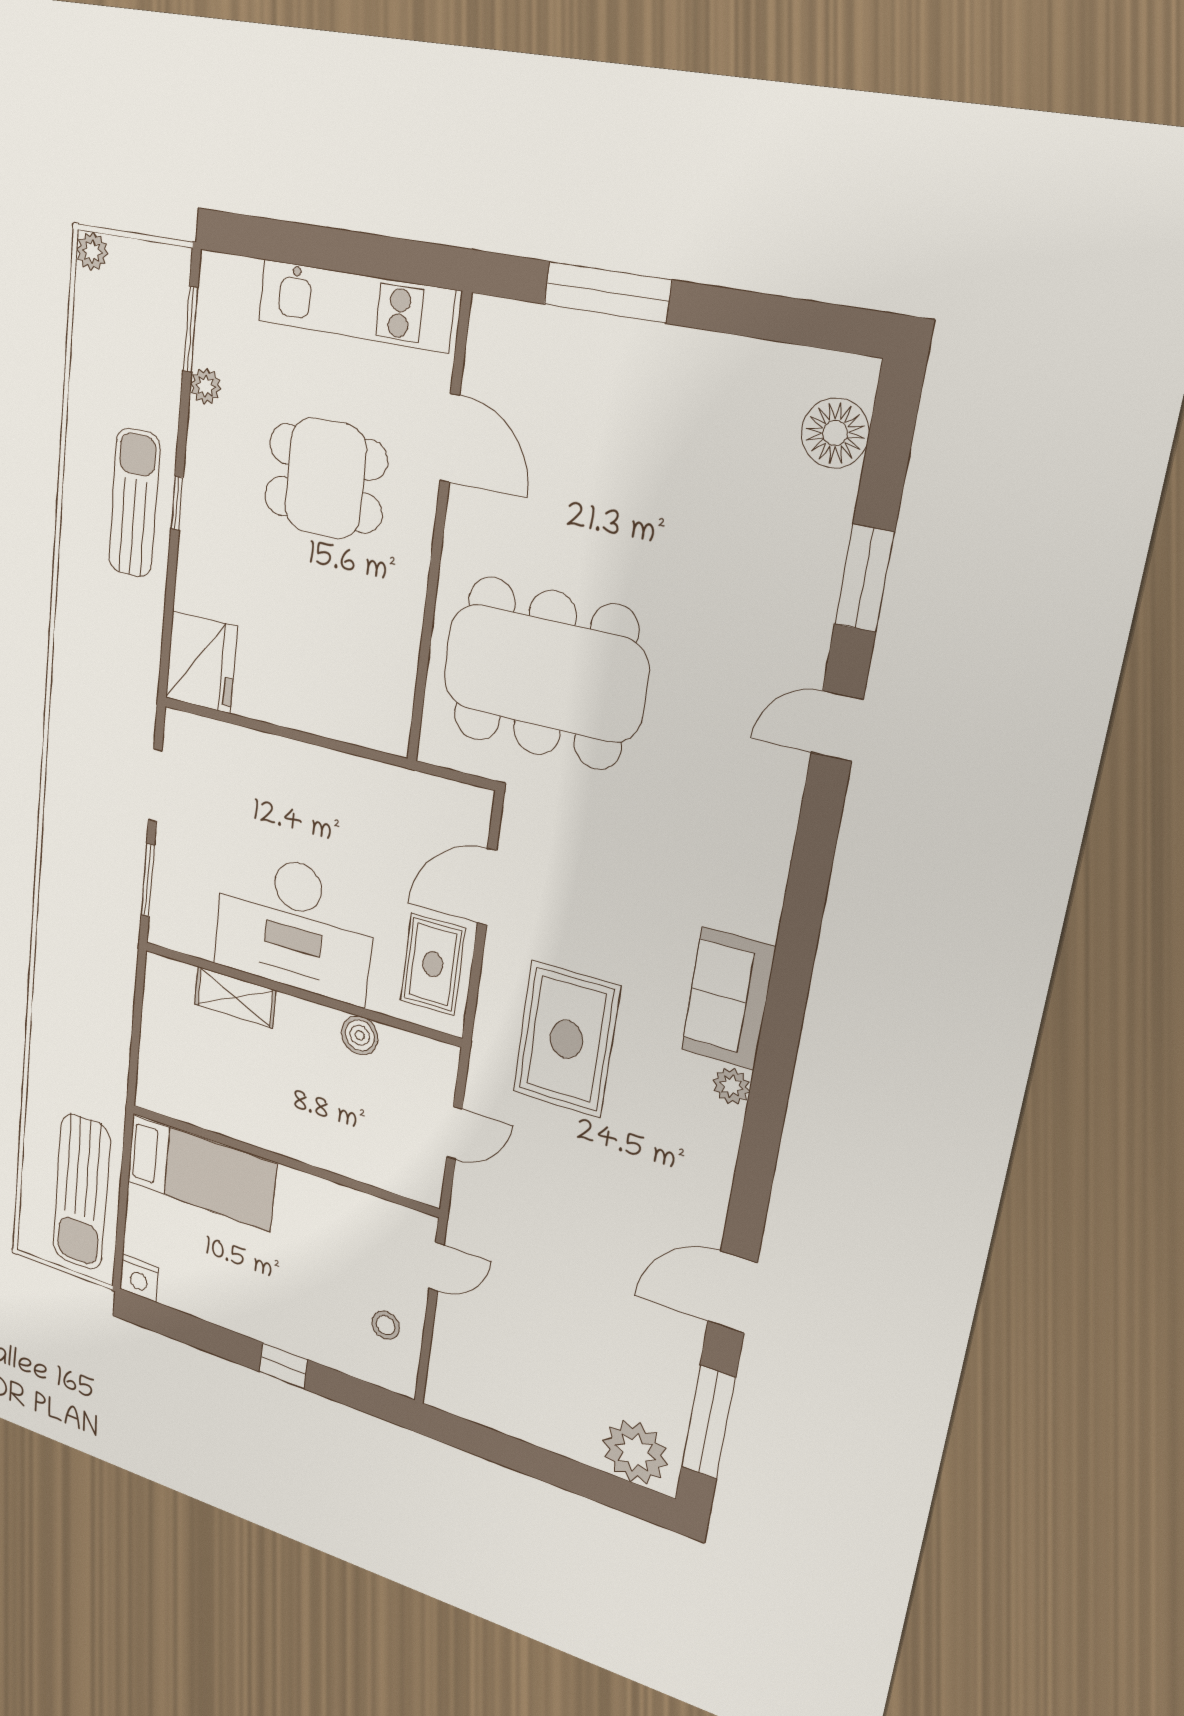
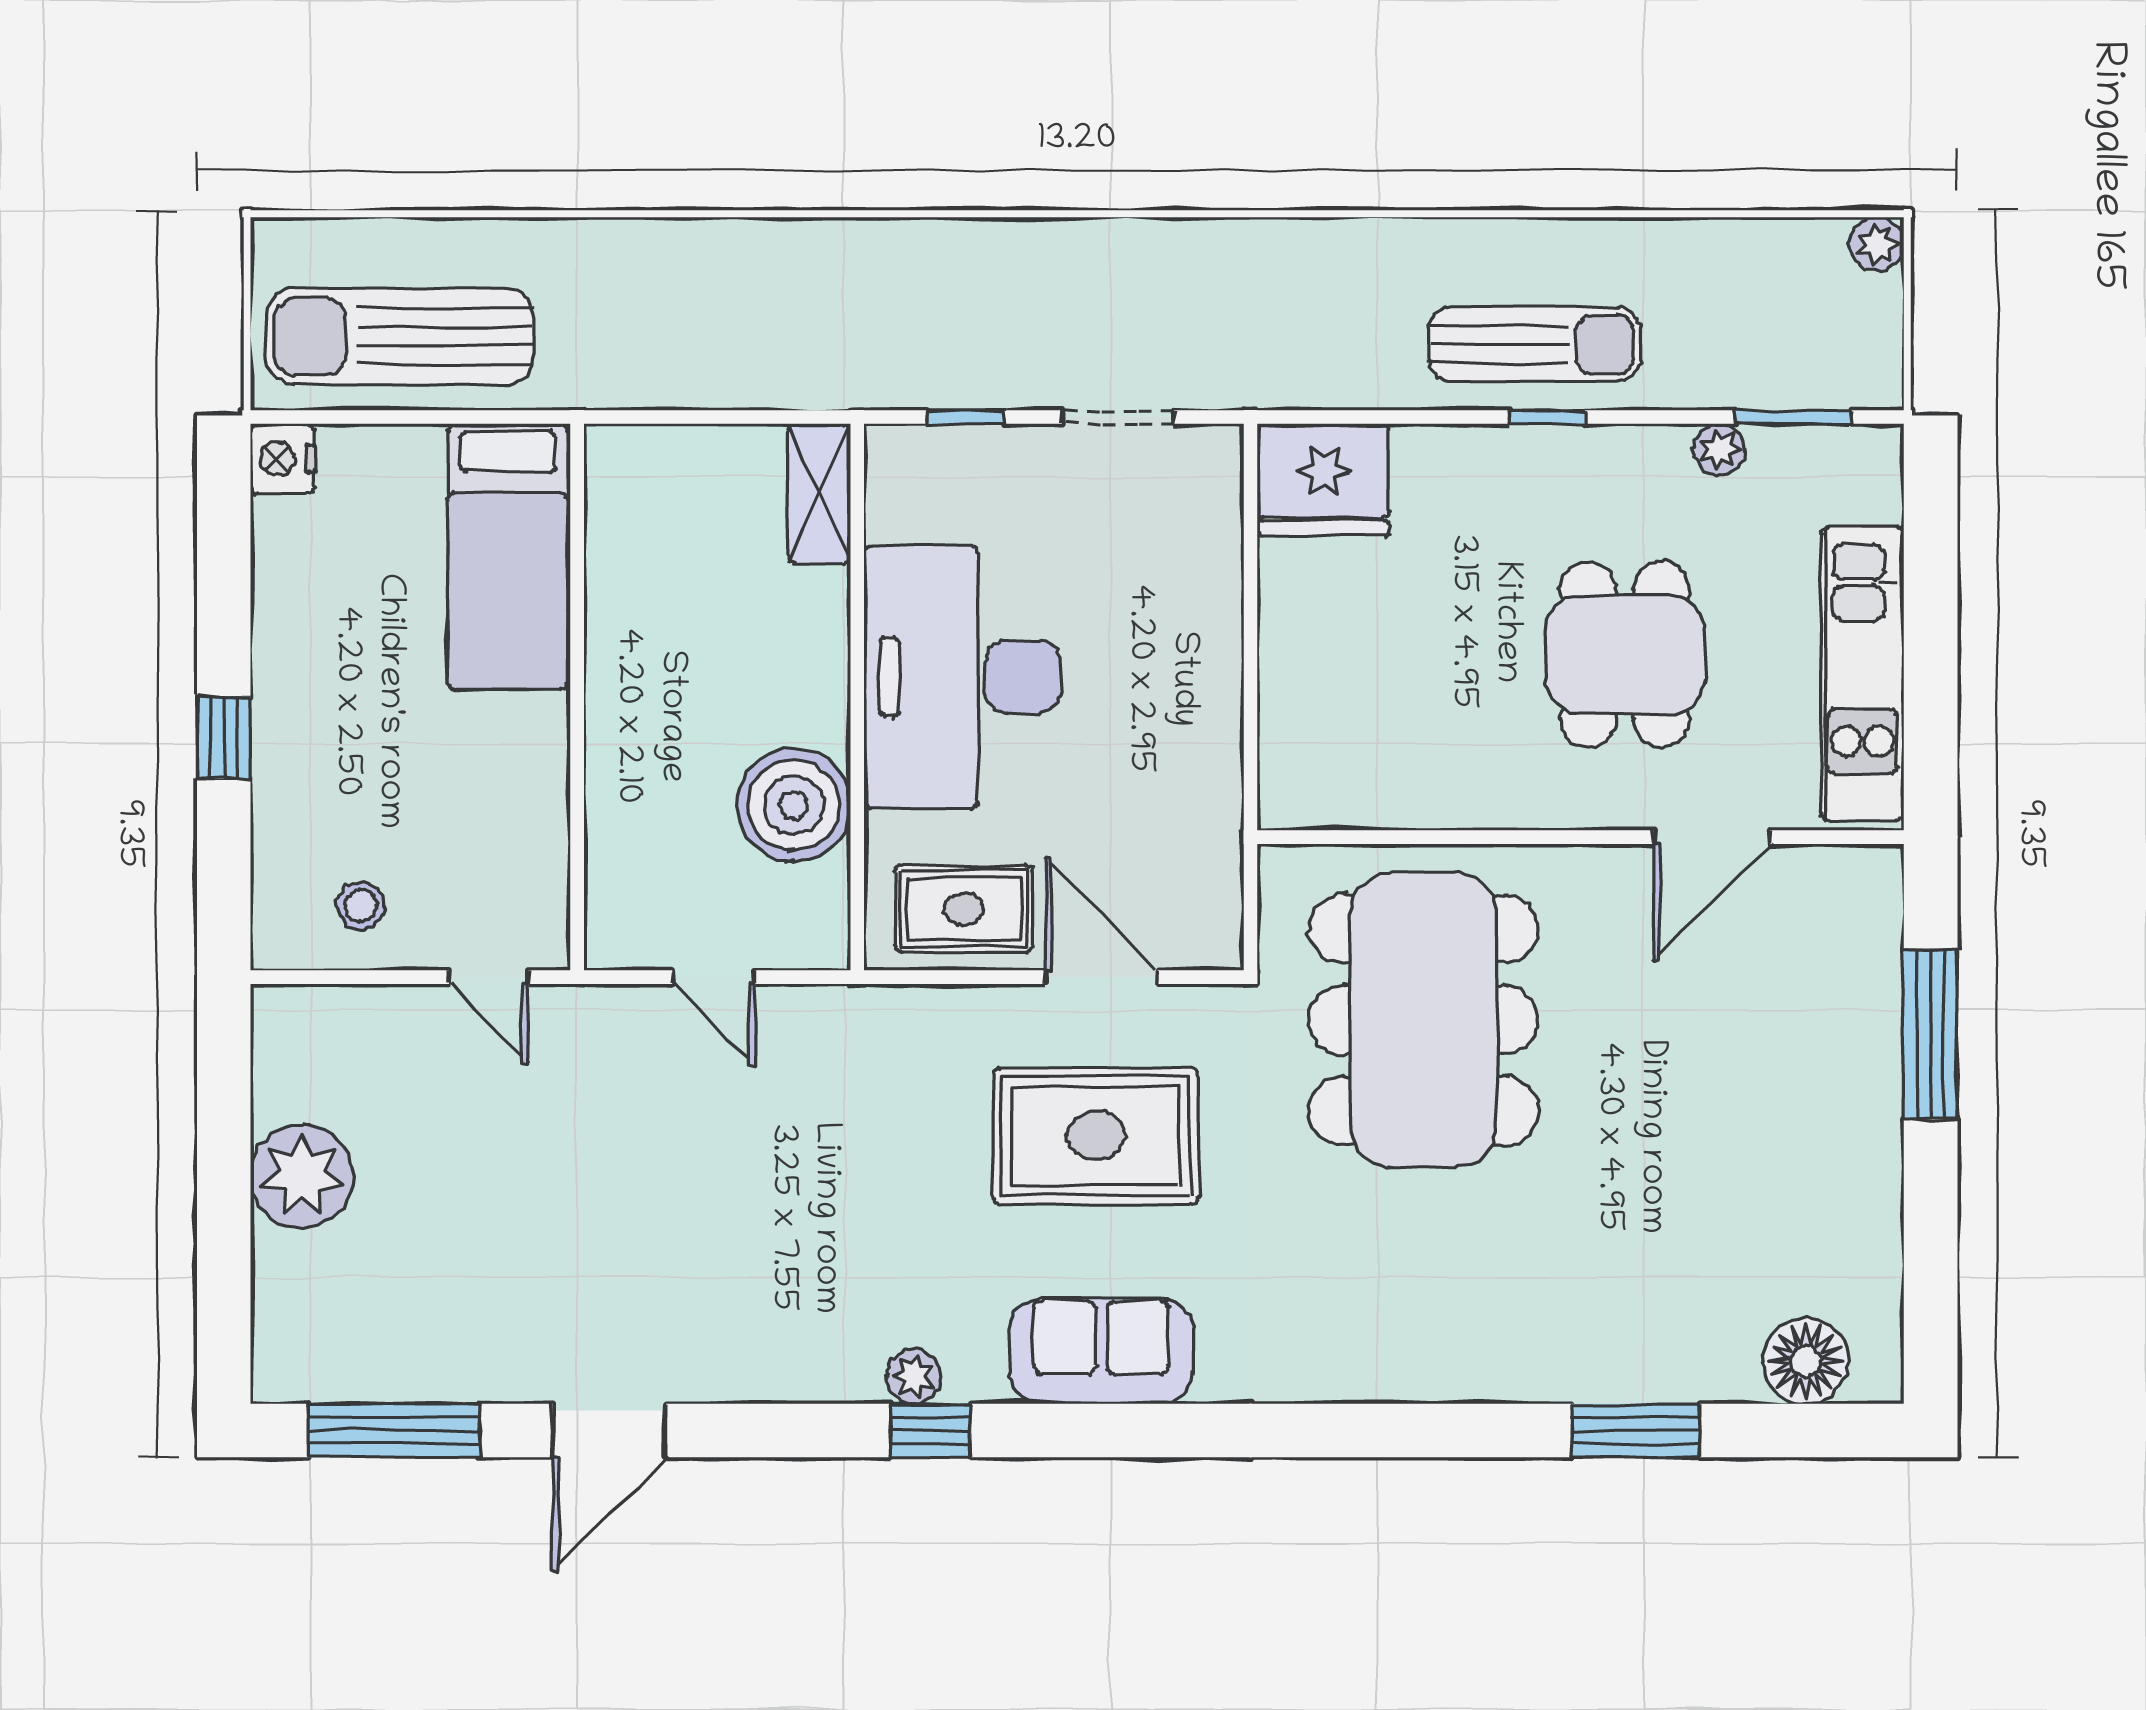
door: (837, 726) -> (1442, 1430), removed
window: (148, 880) -> (965, 417), width x0.67
shelving: (235, 997) -> (819, 493), moved
sofa: (728, 998) -> (1101, 1351), moved
boiler: (360, 1035) -> (794, 805), width x1.86, depth x1.86
rug: (566, 1039) -> (1096, 1136), moved
window: (770, 1086) -> (931, 1430), added
door: (732, 1292) -> (609, 1430), swing flipped
plant: (635, 1452) -> (302, 1176), moved

